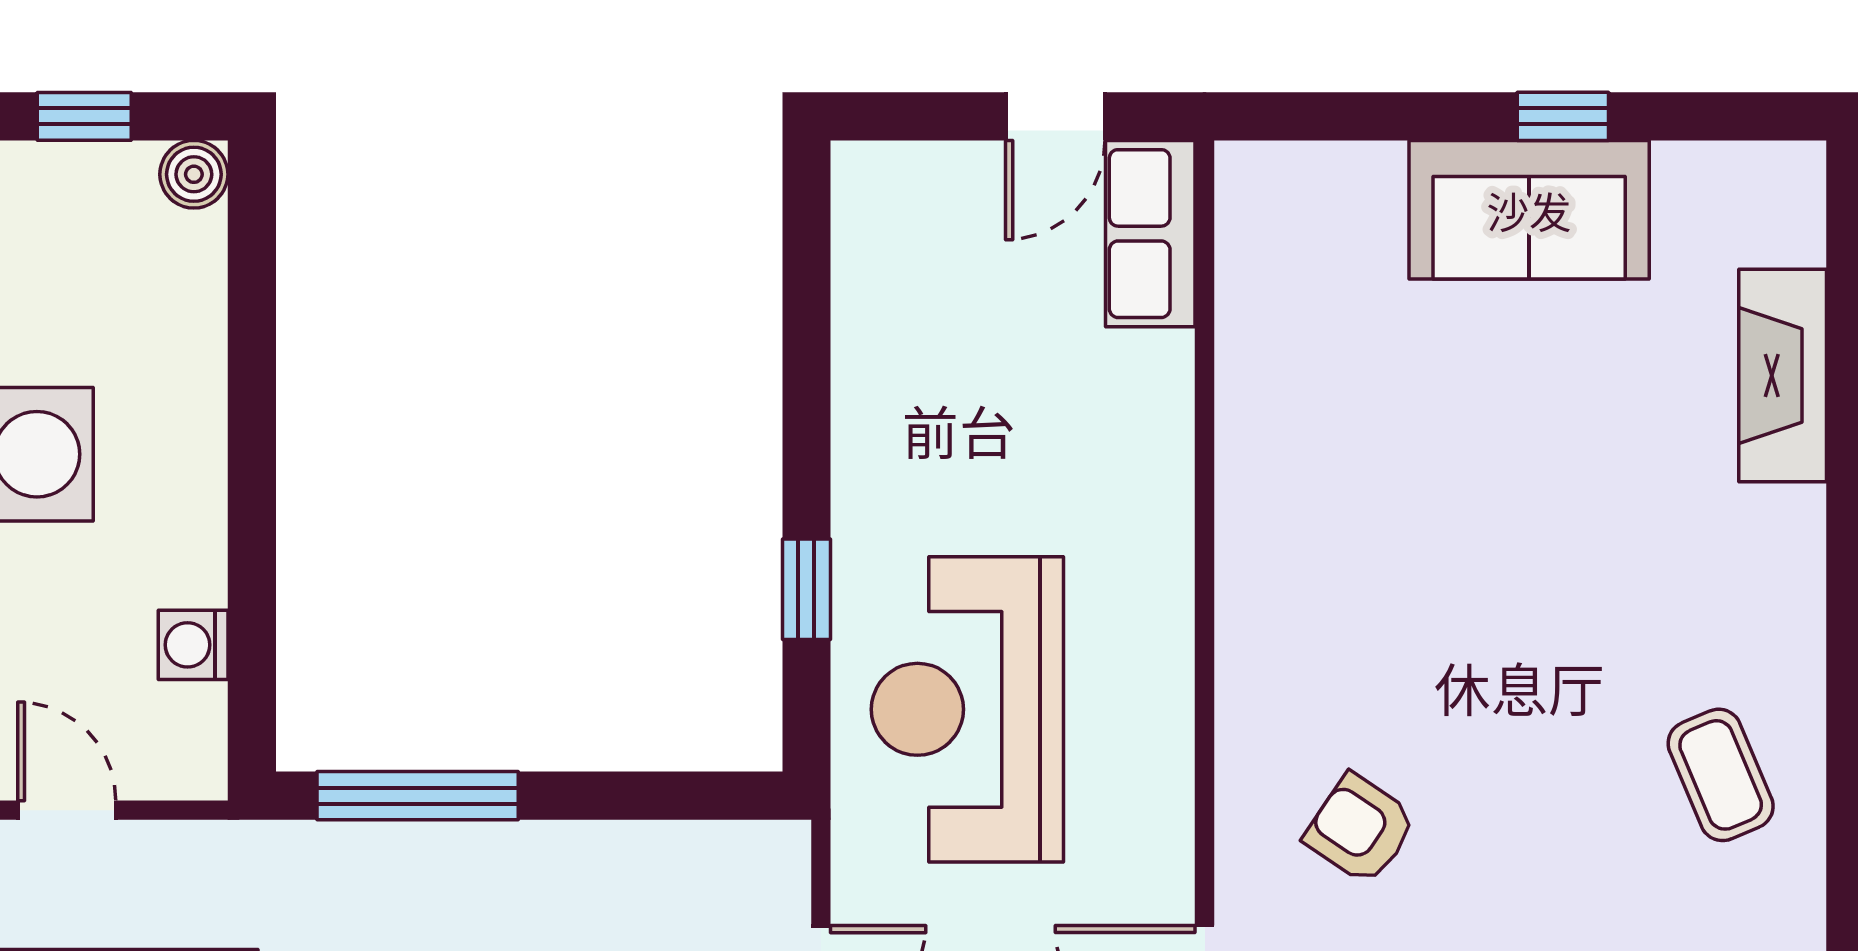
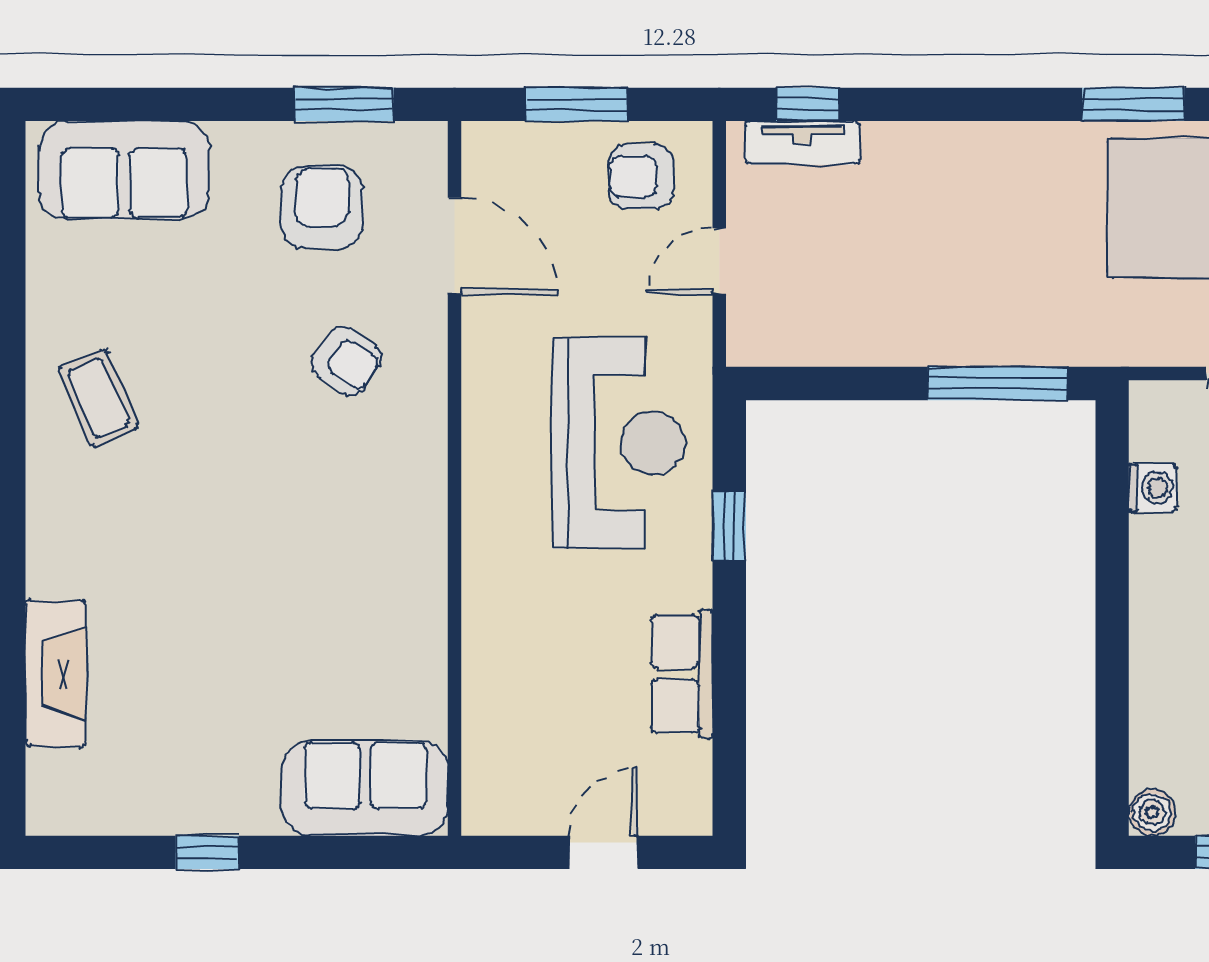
door: (1055, 116) -> (604, 852), moved
sofa: (1529, 210) -> (365, 788), moved
row of seats: (1150, 234) -> (682, 674), moved, turned 180

